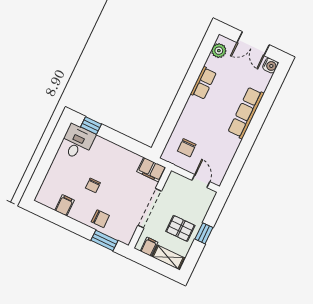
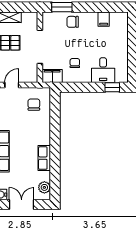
desk: (77, 142) -> (103, 70), moved
door: (201, 181) -> (12, 85), swing flipped
chair: (93, 185) -> (75, 63), moved
filing cabinet: (149, 247) -> (27, 18), removed

